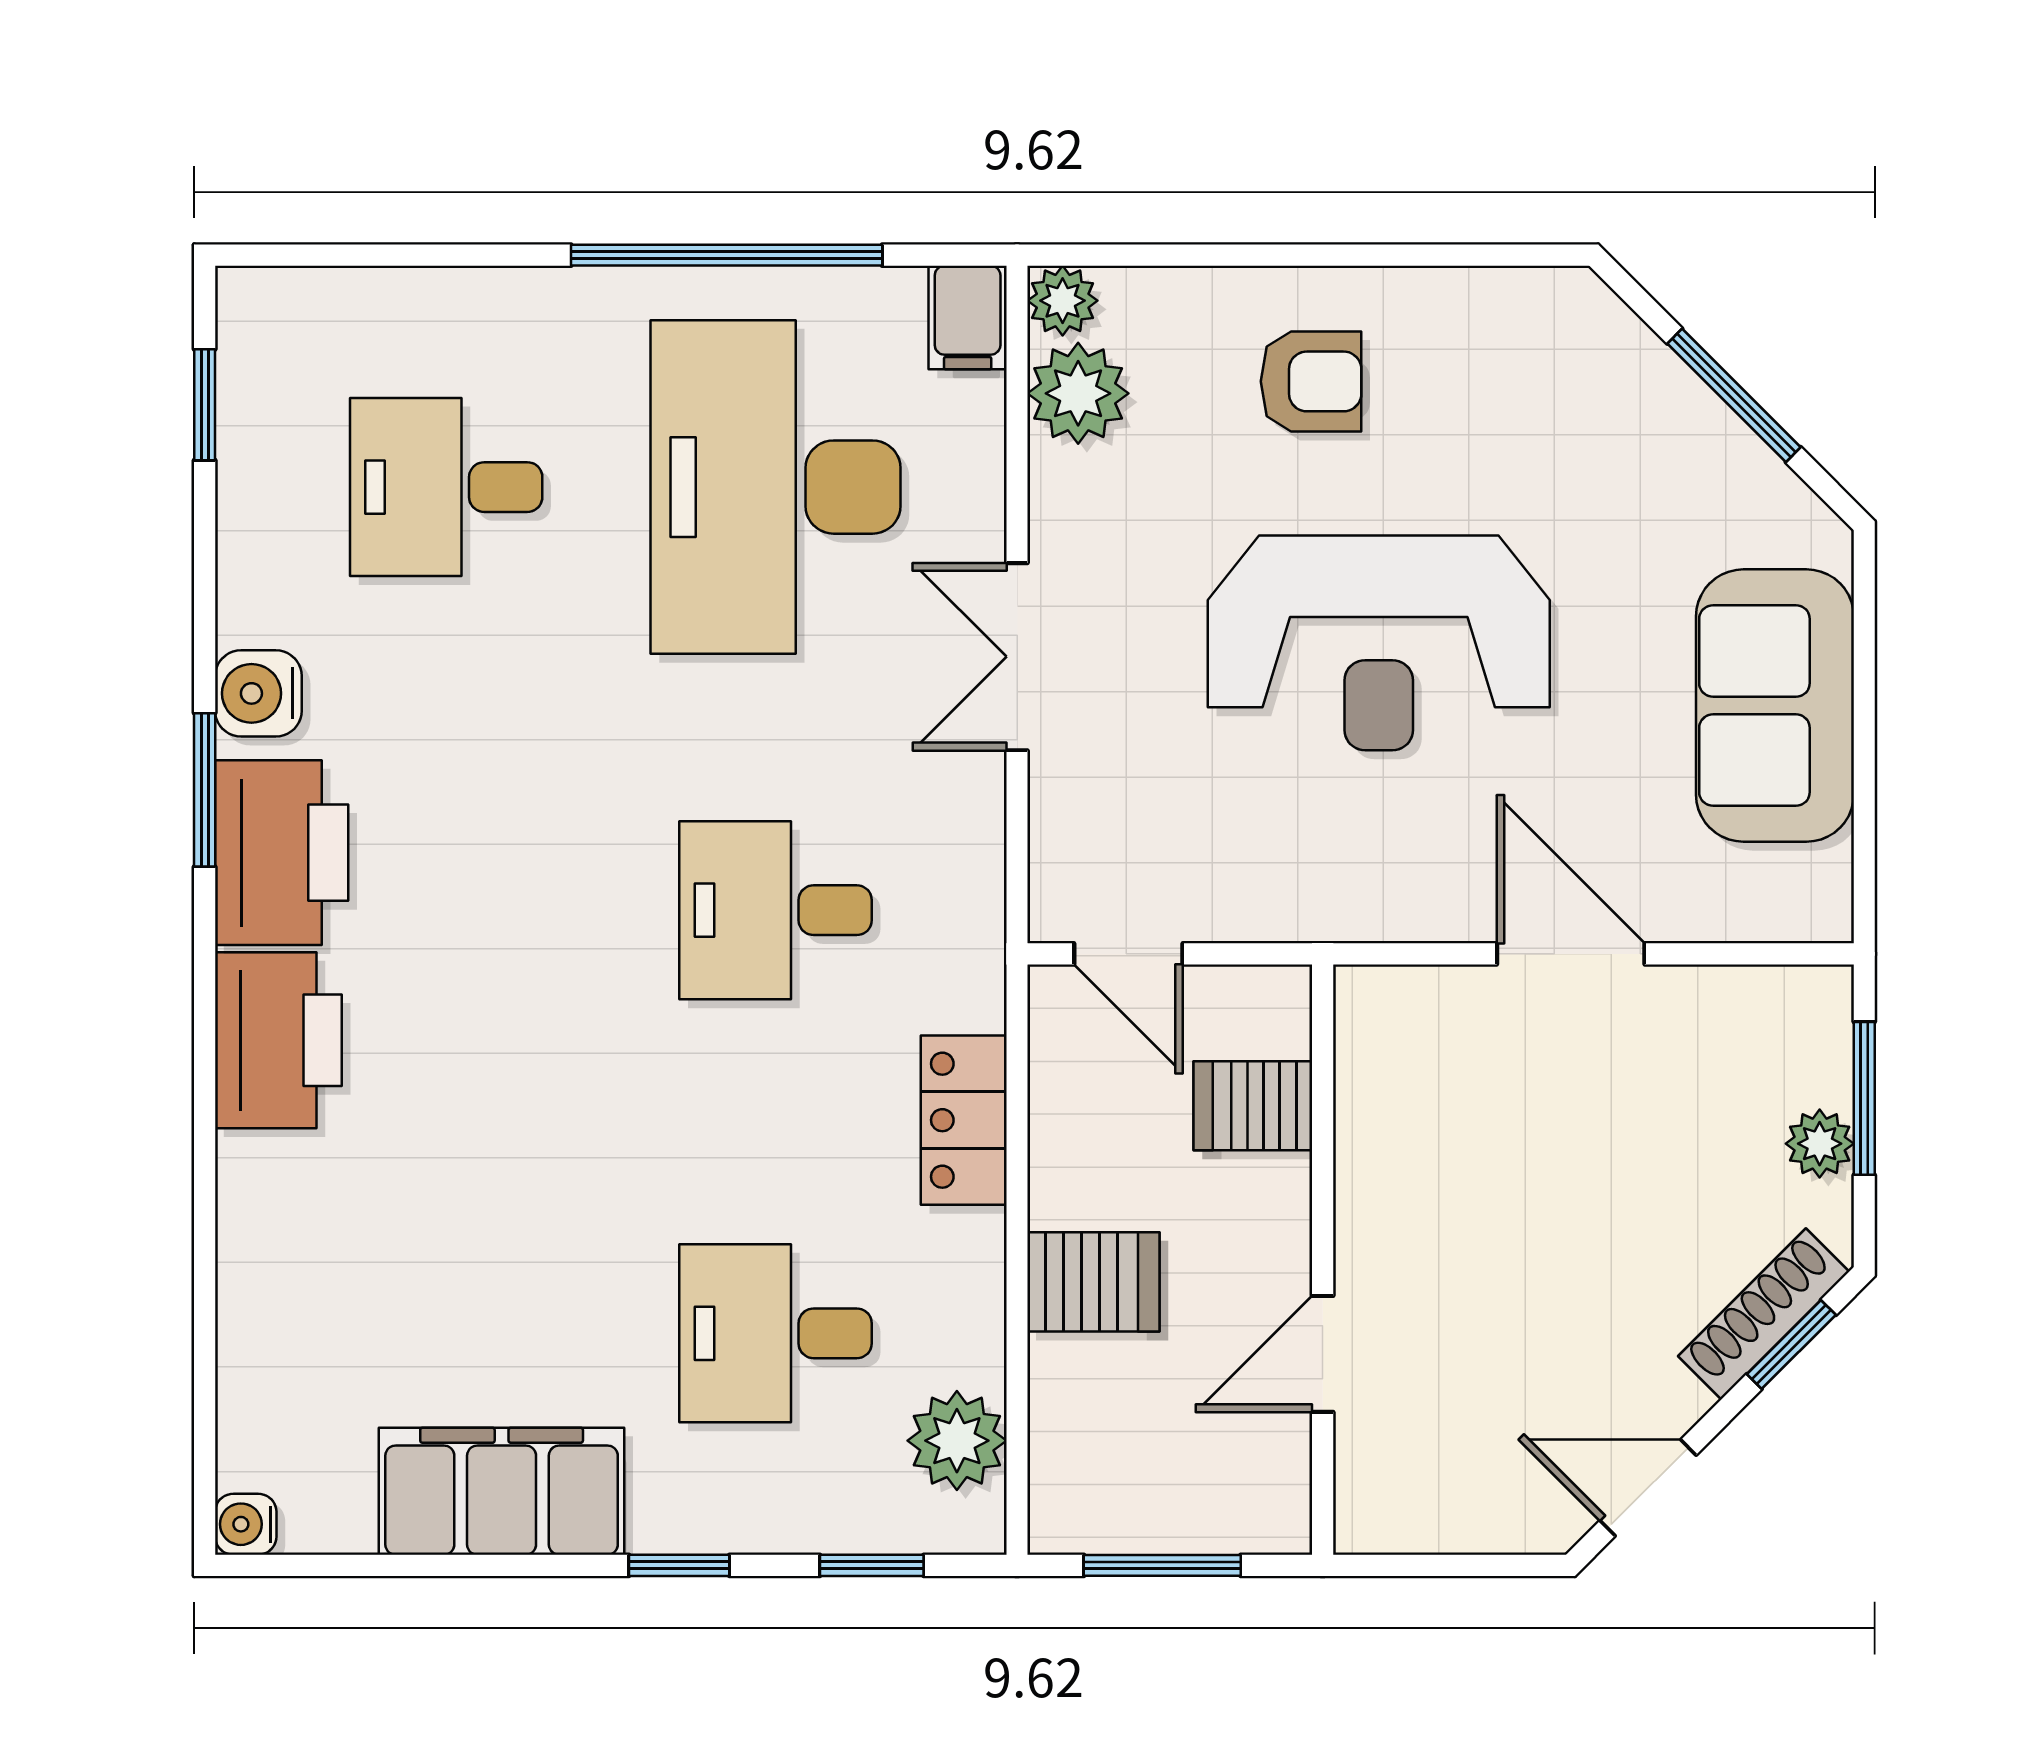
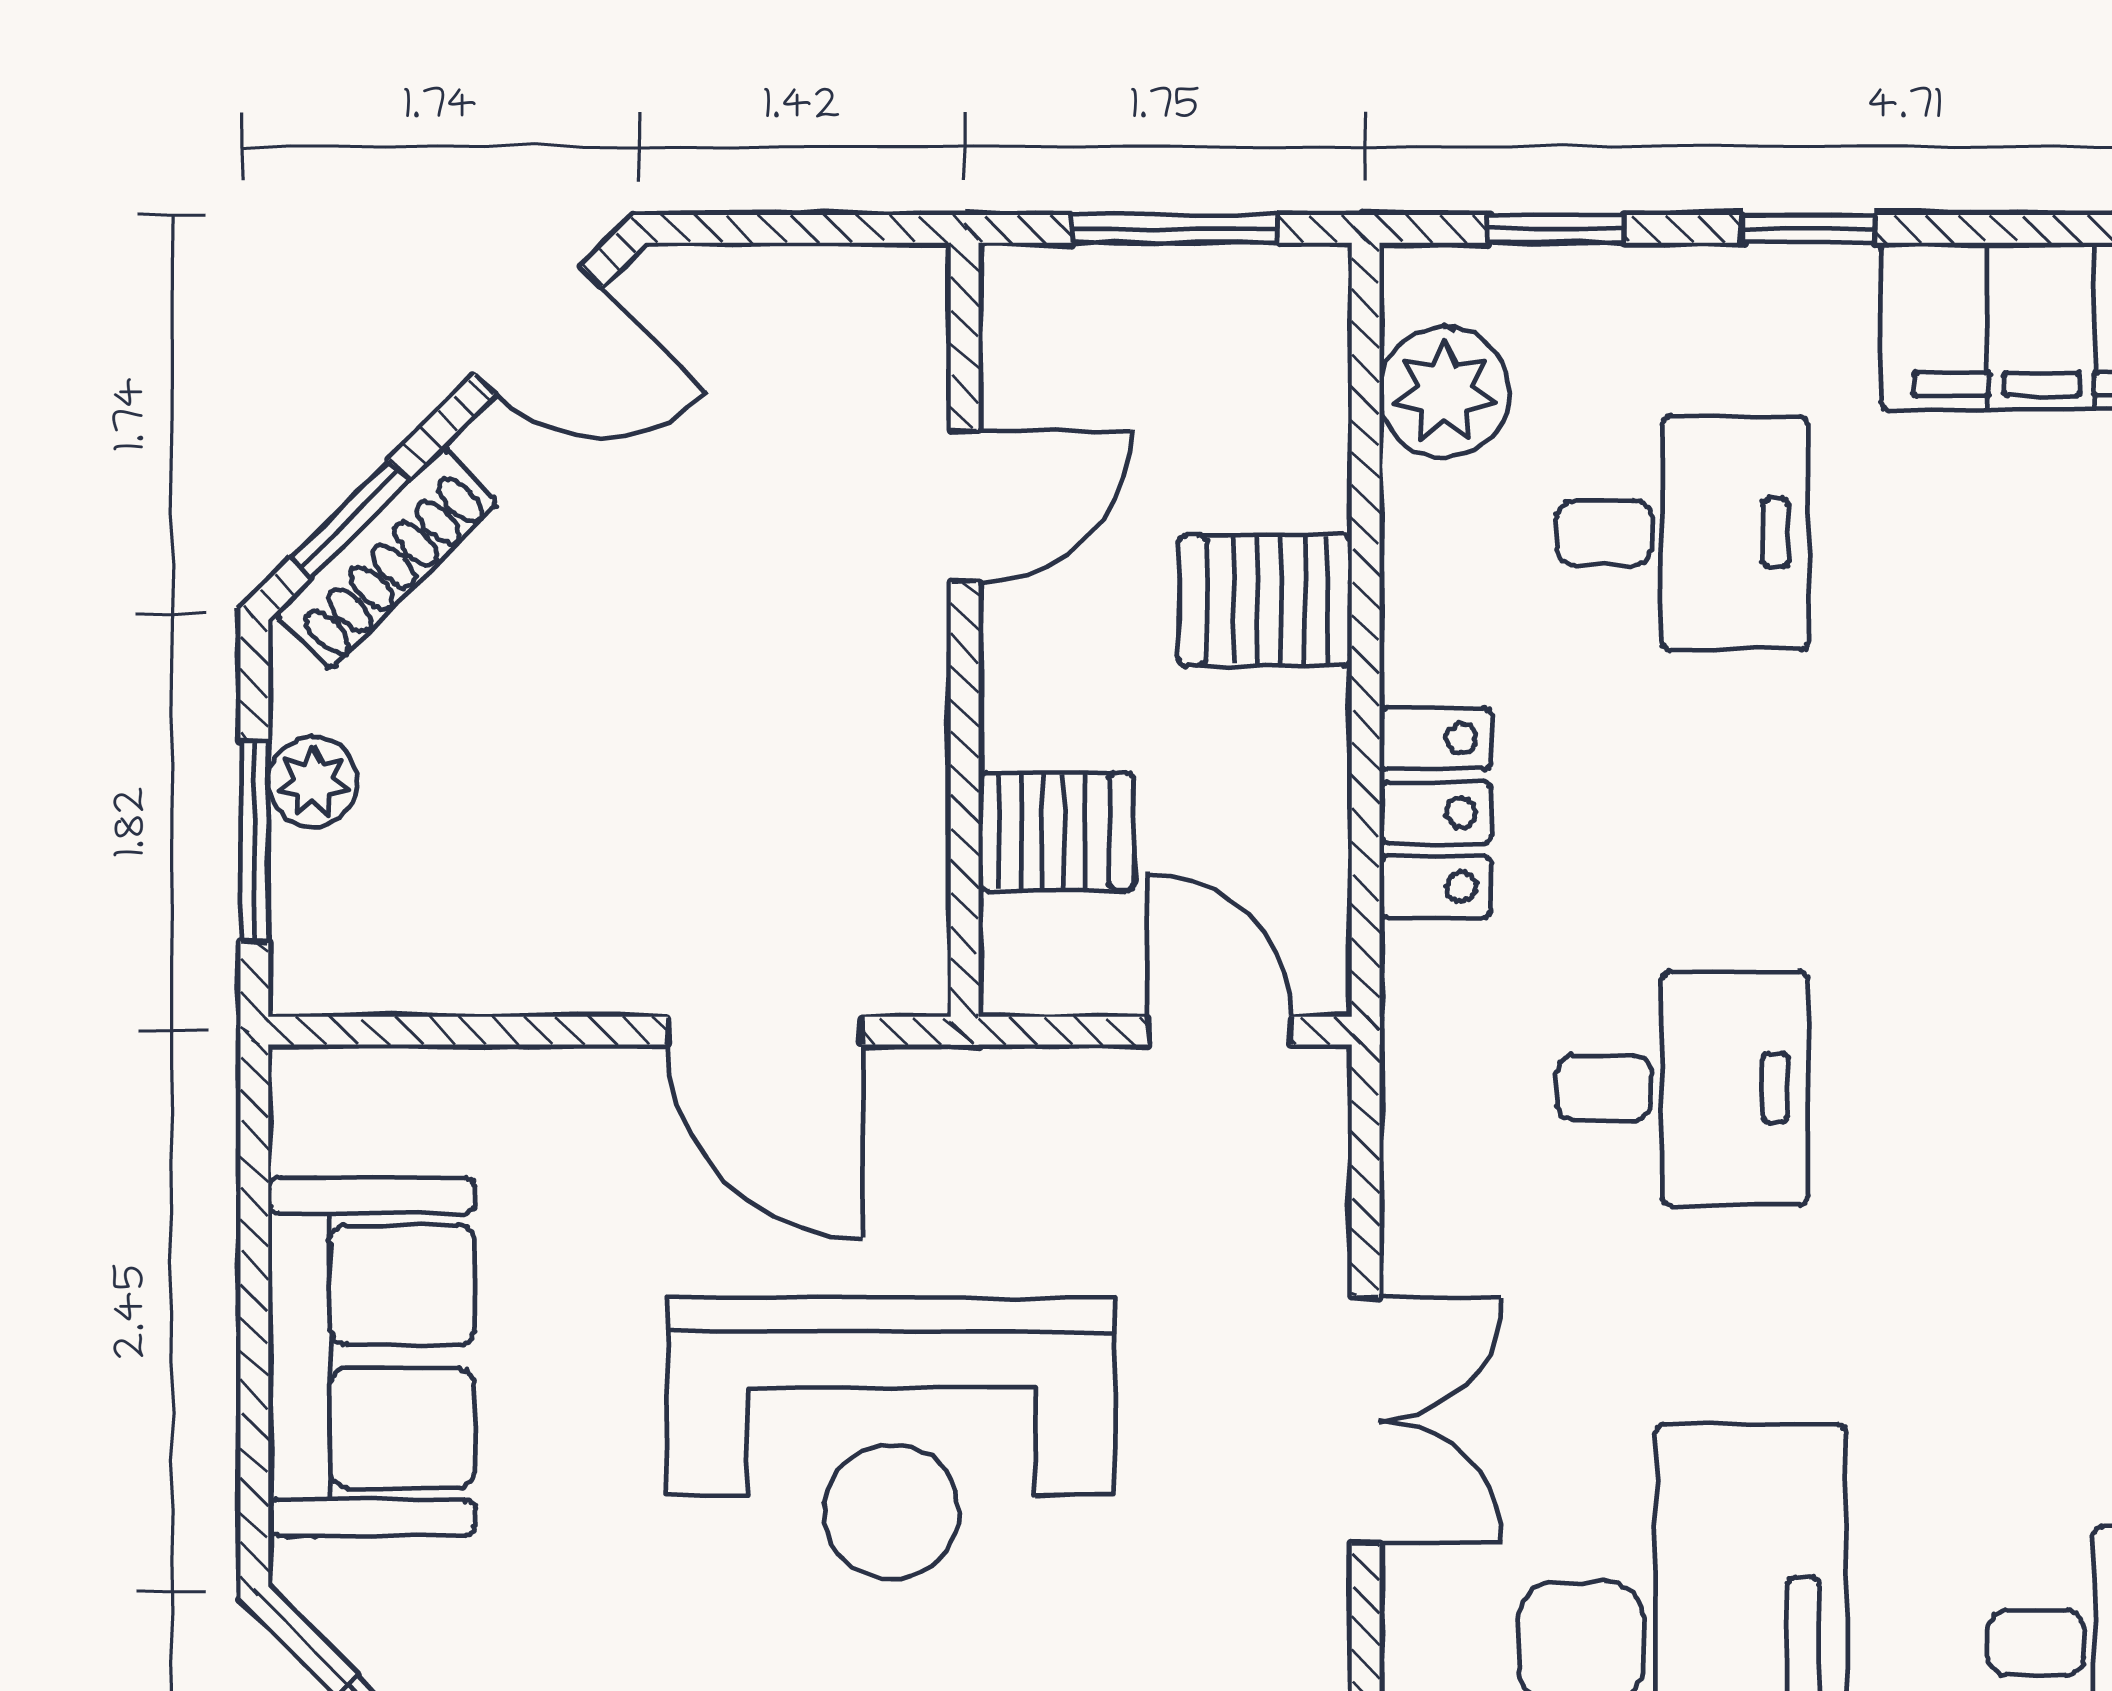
reception desk: (1379, 643) -> (891, 1439), turned 180
door: (1571, 954) -> (765, 1031), moved

